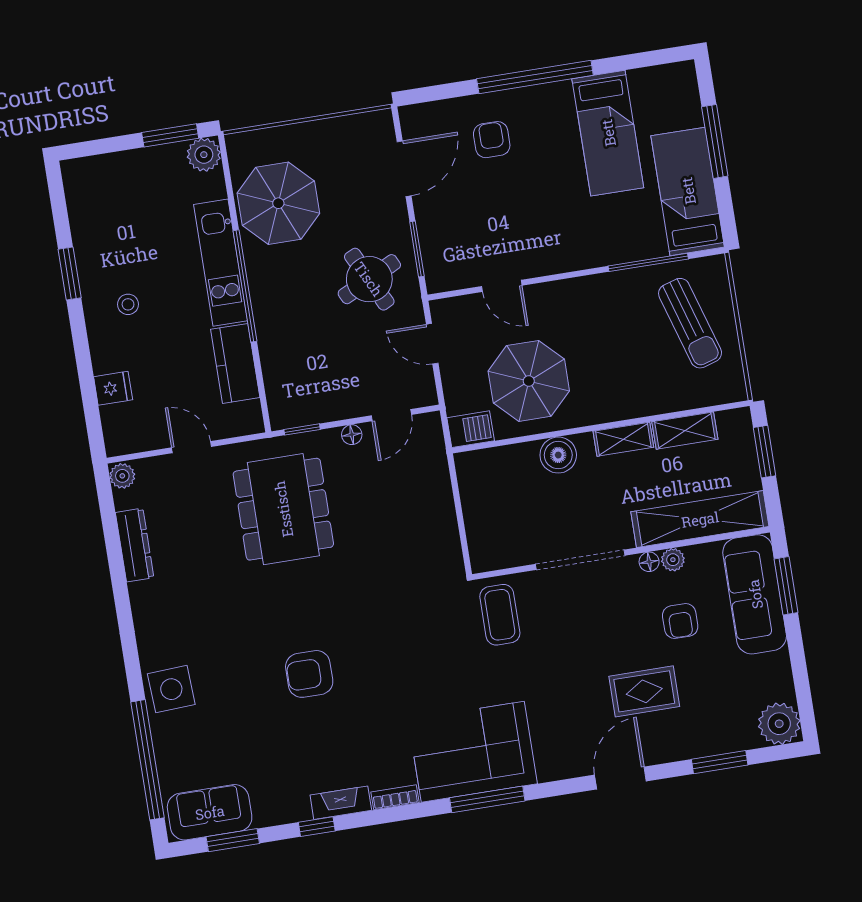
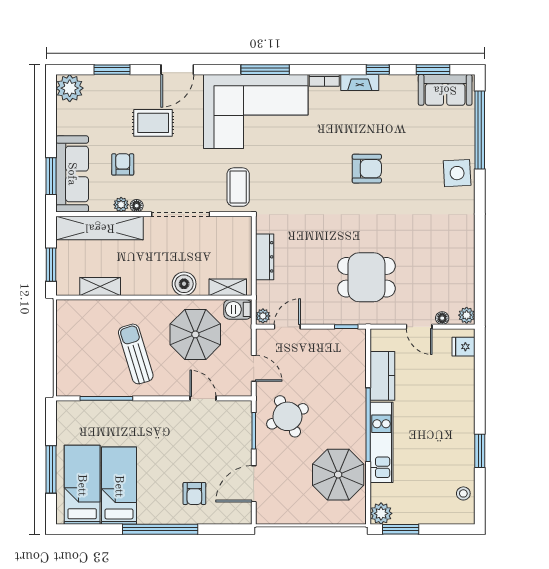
bed: (688, 191) -> (82, 485), moved, turned 180
stool: (128, 304) -> (463, 493), moved
sun lounger: (690, 323) -> (136, 354), moved
fridge: (113, 388) -> (464, 347), moved
plant: (431, 425) -> (263, 316), added
floor lamp: (352, 435) -> (442, 318), moved
shelving: (623, 439) -> (228, 287), moved
dining table: (283, 509) -> (366, 277), width x0.73
dresser: (135, 545) -> (265, 257), moved, turned 180
corner sofa: (473, 752) -> (256, 112), width x1.36, depth x1.36

